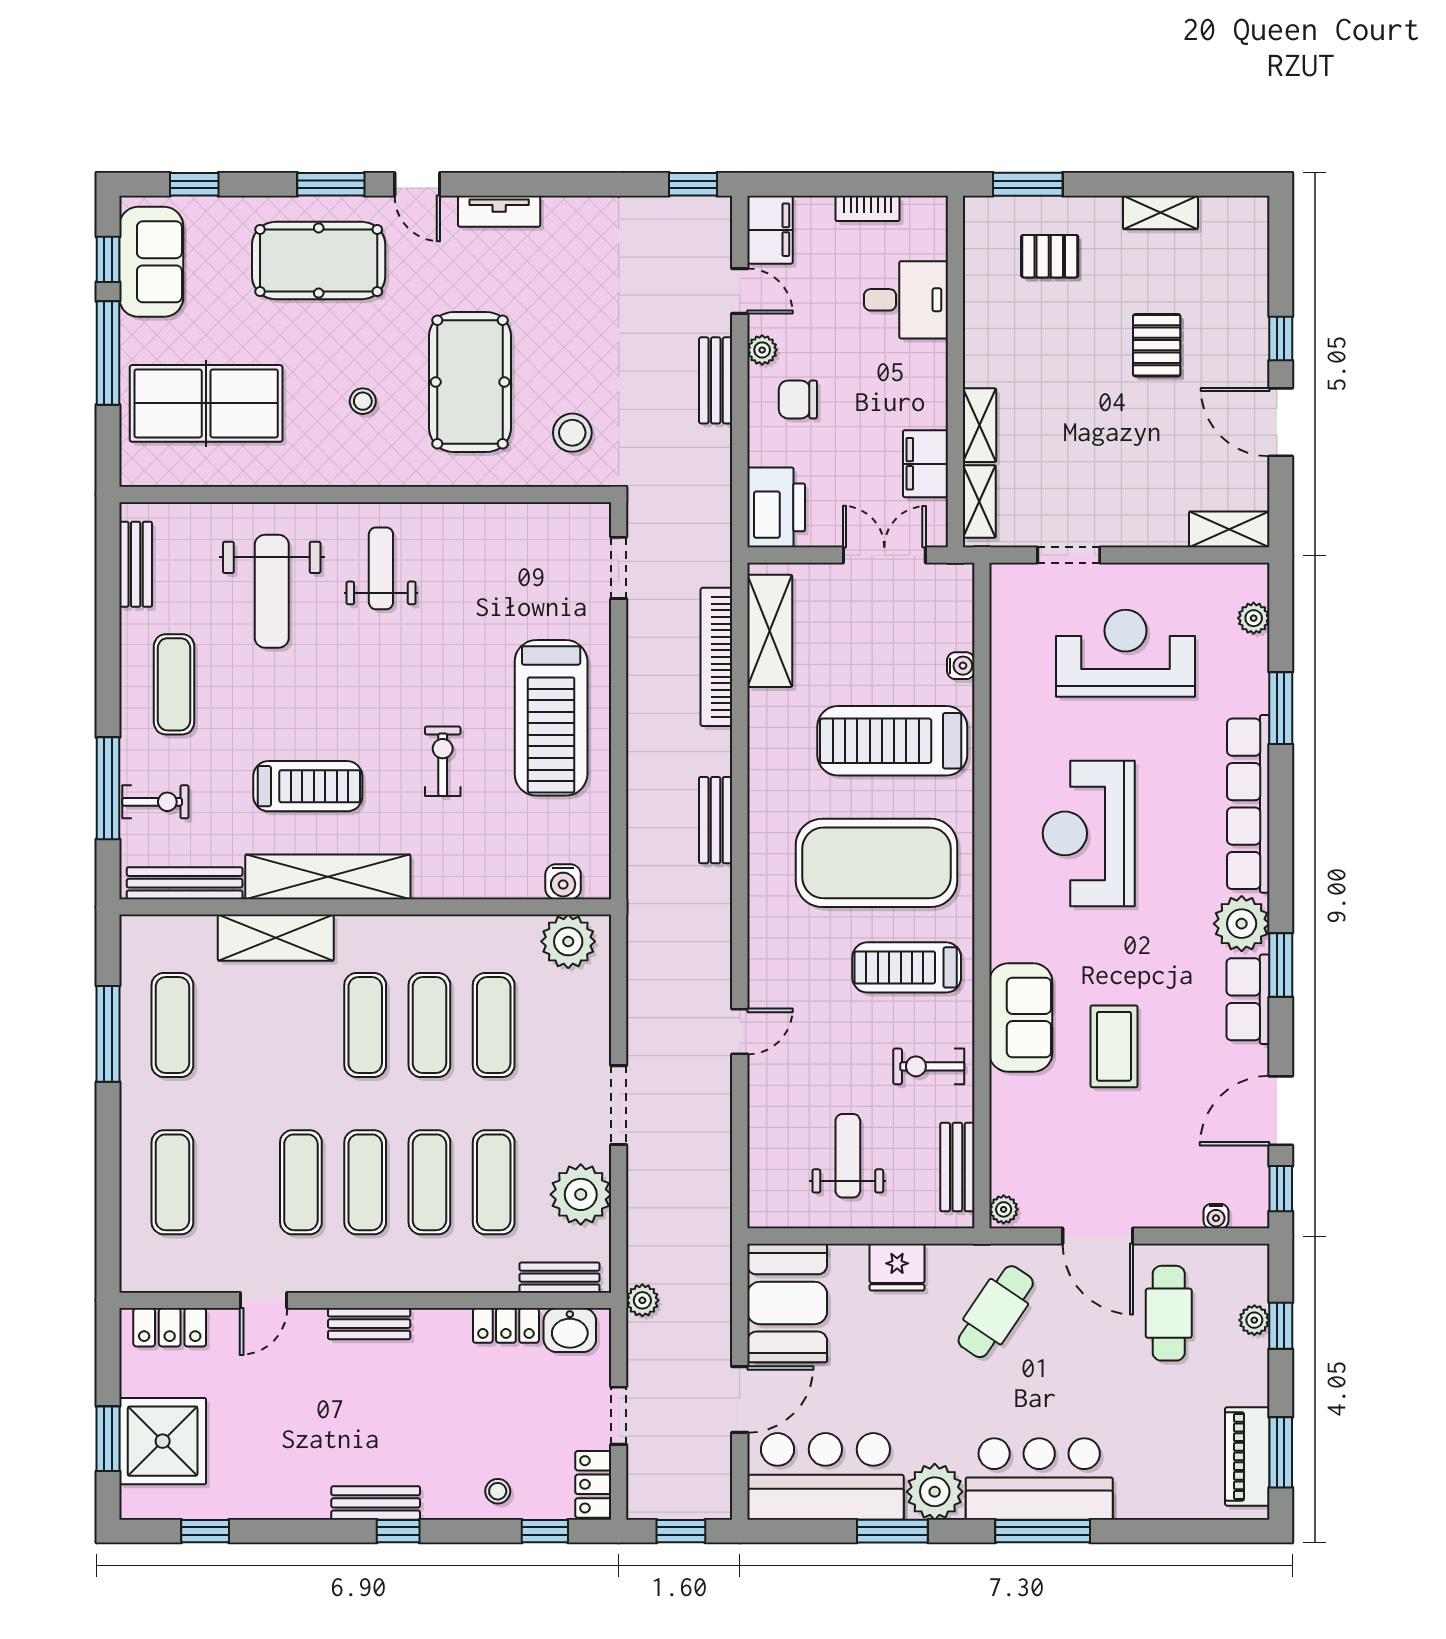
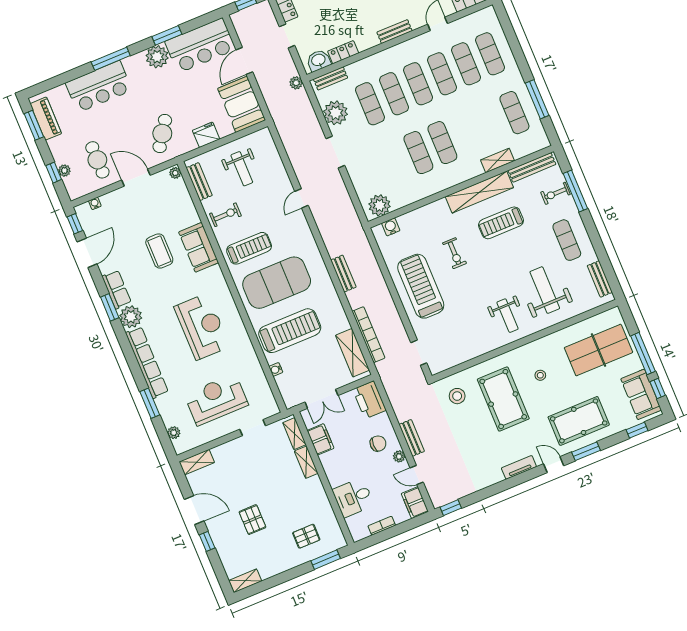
shelving: (1160, 212) -> (245, 581), moved
reception desk: (1125, 653) -> (216, 400), turned 180
shelving: (276, 938) -> (498, 160), width x0.67, depth x0.75
exercise mat: (494, 1025) -> (466, 64), moved
bar counter: (1039, 1479) -> (99, 87), moved

